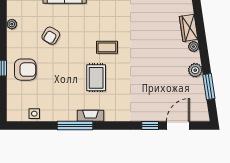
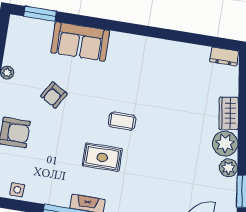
plant: (194, 47) -> (225, 144), width x1.87, depth x1.87
rug: (96, 78) -> (102, 157), turned 90

